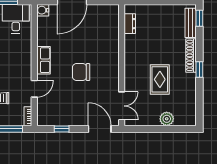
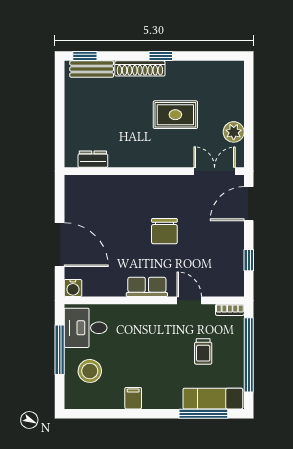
plant: (167, 119) -> (234, 132), moved

